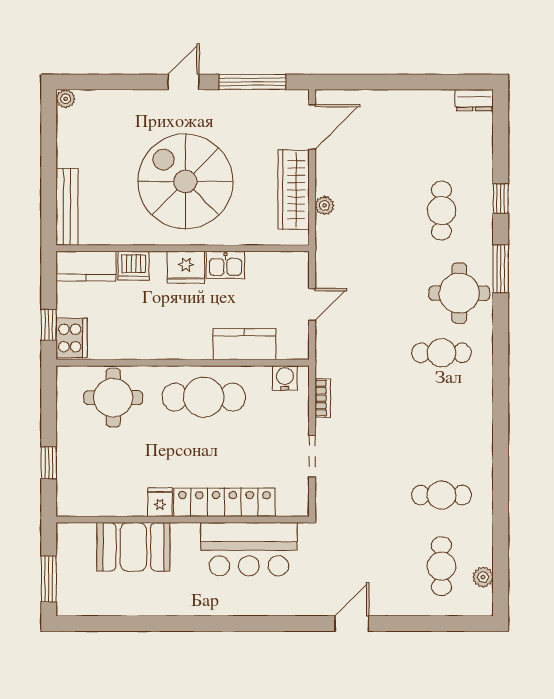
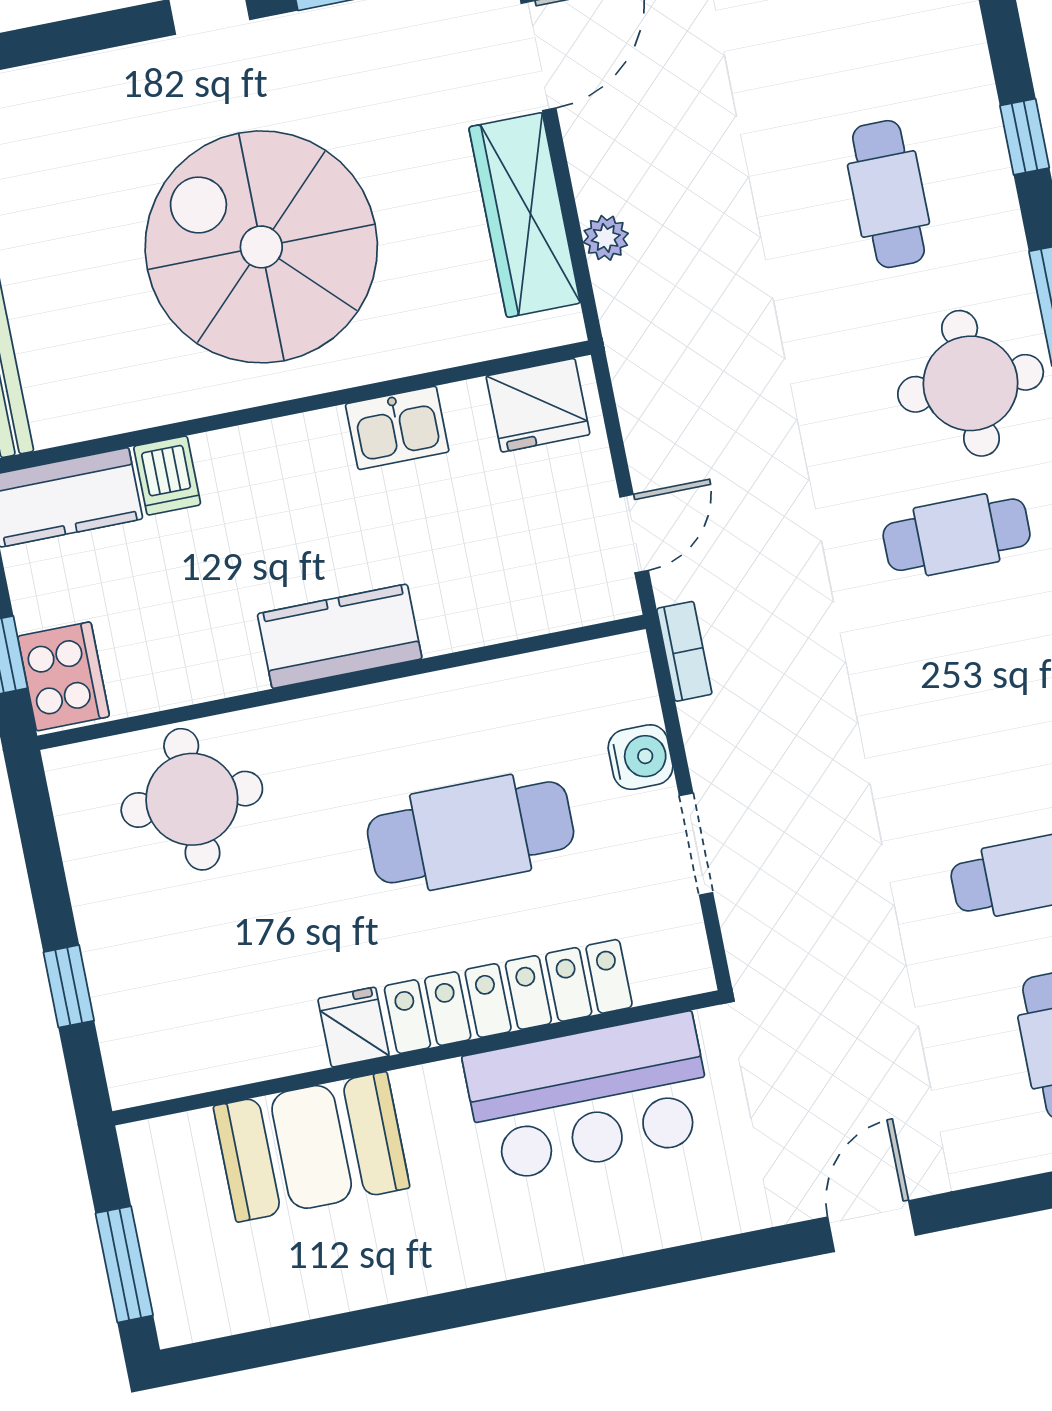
dishwasher: (133, 266) -> (167, 475), width x0.73
fridge: (186, 267) -> (538, 405), moved
door: (312, 304) -> (634, 534), moved
kitchen counter: (245, 344) -> (340, 636), moved
water cooler: (285, 378) -> (640, 757), moved, turned 90
cafe table: (204, 397) -> (471, 832), moved
bookcase: (323, 398) -> (684, 651), moved

